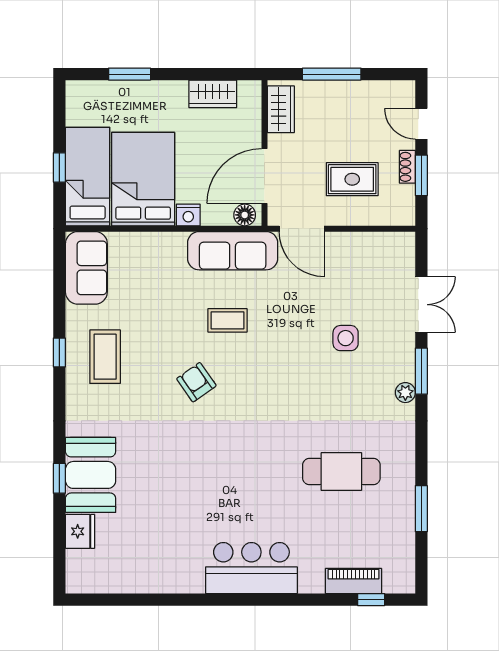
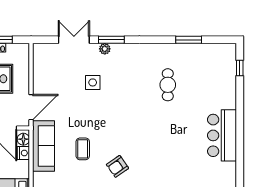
nightstand: (188, 215) -> (23, 153), moved
plant: (405, 393) -> (105, 49), moved
cafe table: (341, 472) -> (168, 85), width x0.73, depth x0.74
piano: (354, 581) -> (229, 78), removed

